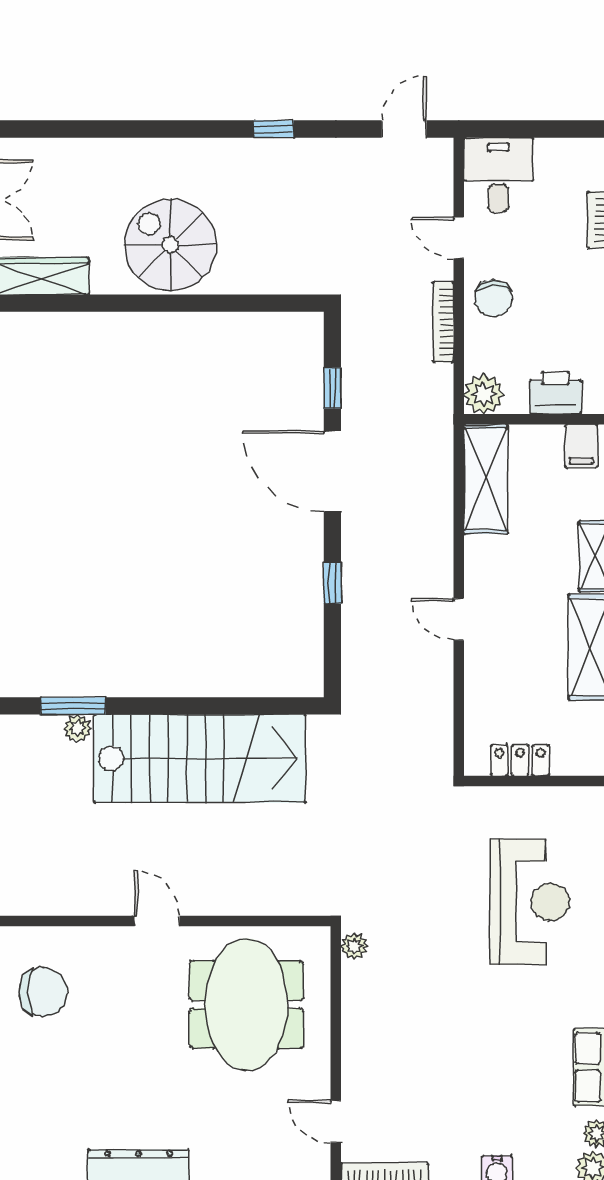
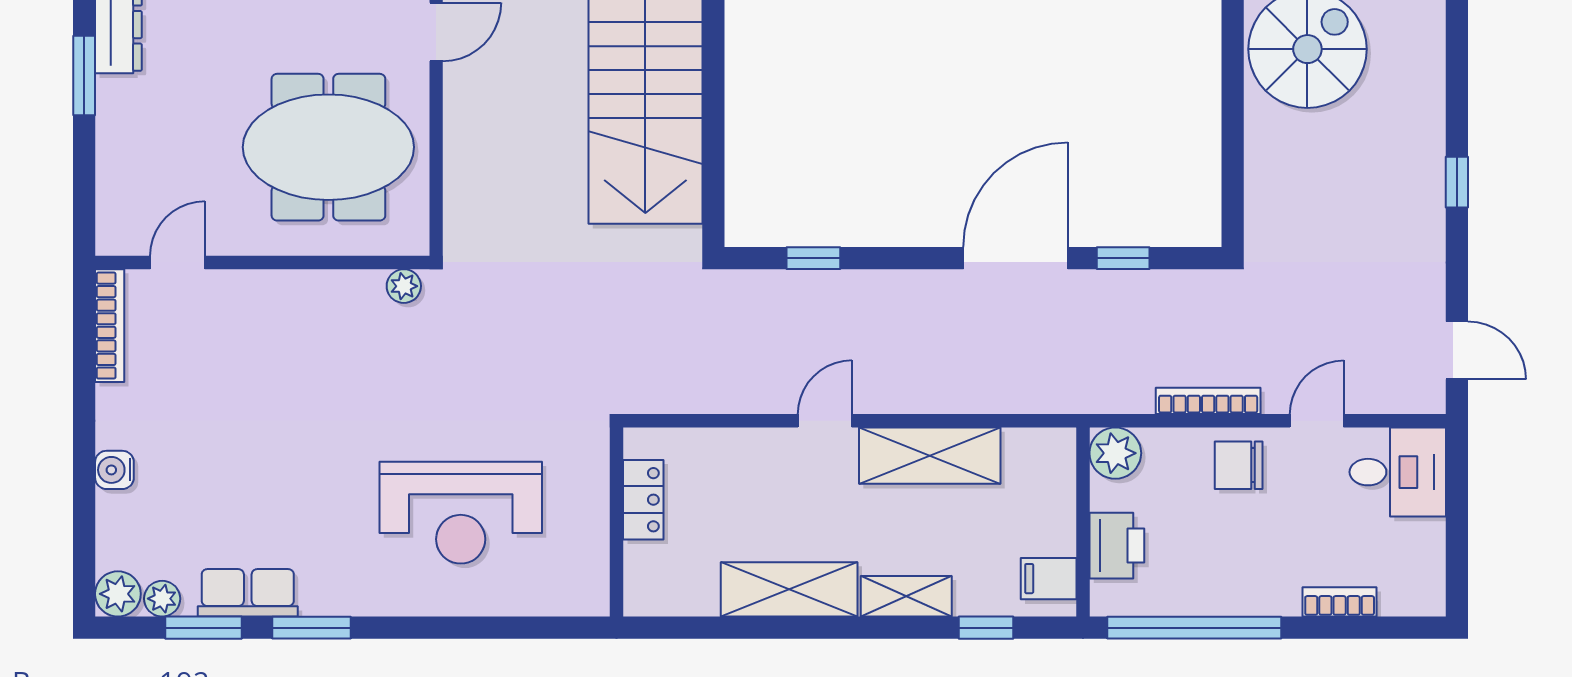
shelving: (486, 479) -> (930, 456), moved
window: (332, 583) -> (813, 258), moved

